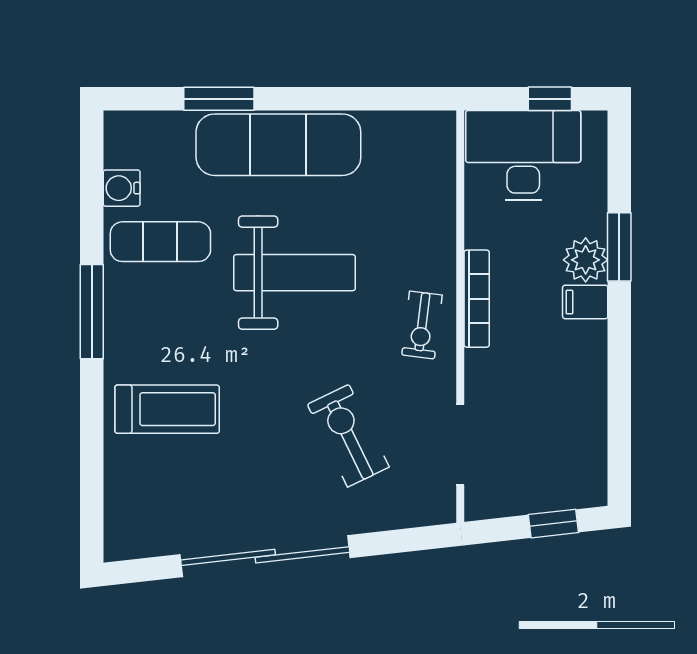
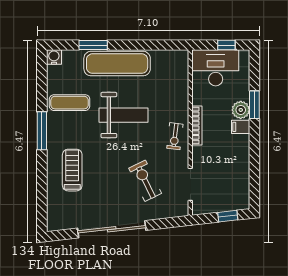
water cooler: (122, 188) -> (54, 57), moved, turned 90
treadmill: (167, 409) -> (72, 170), turned -90

